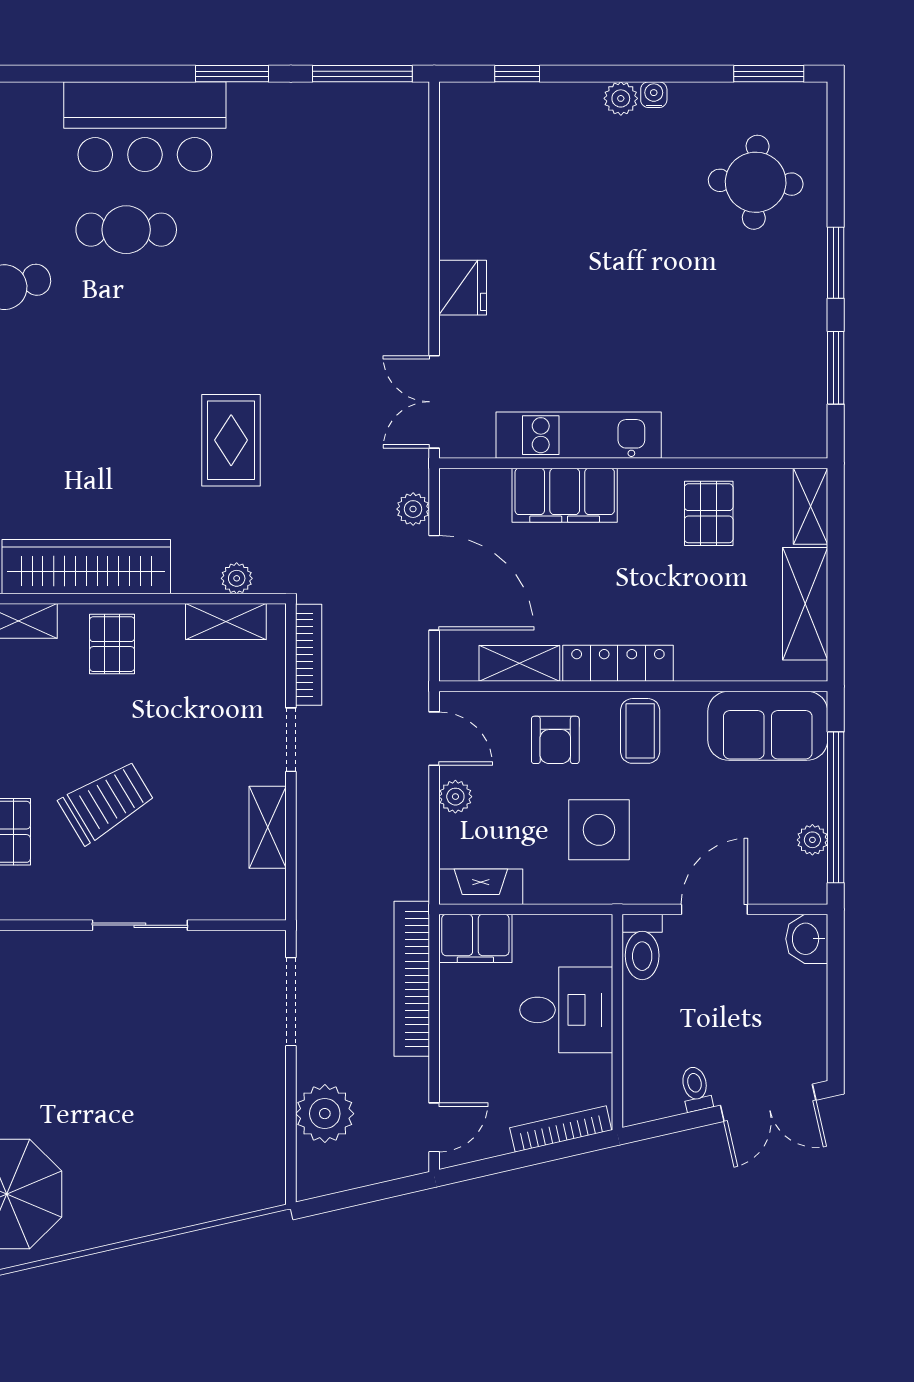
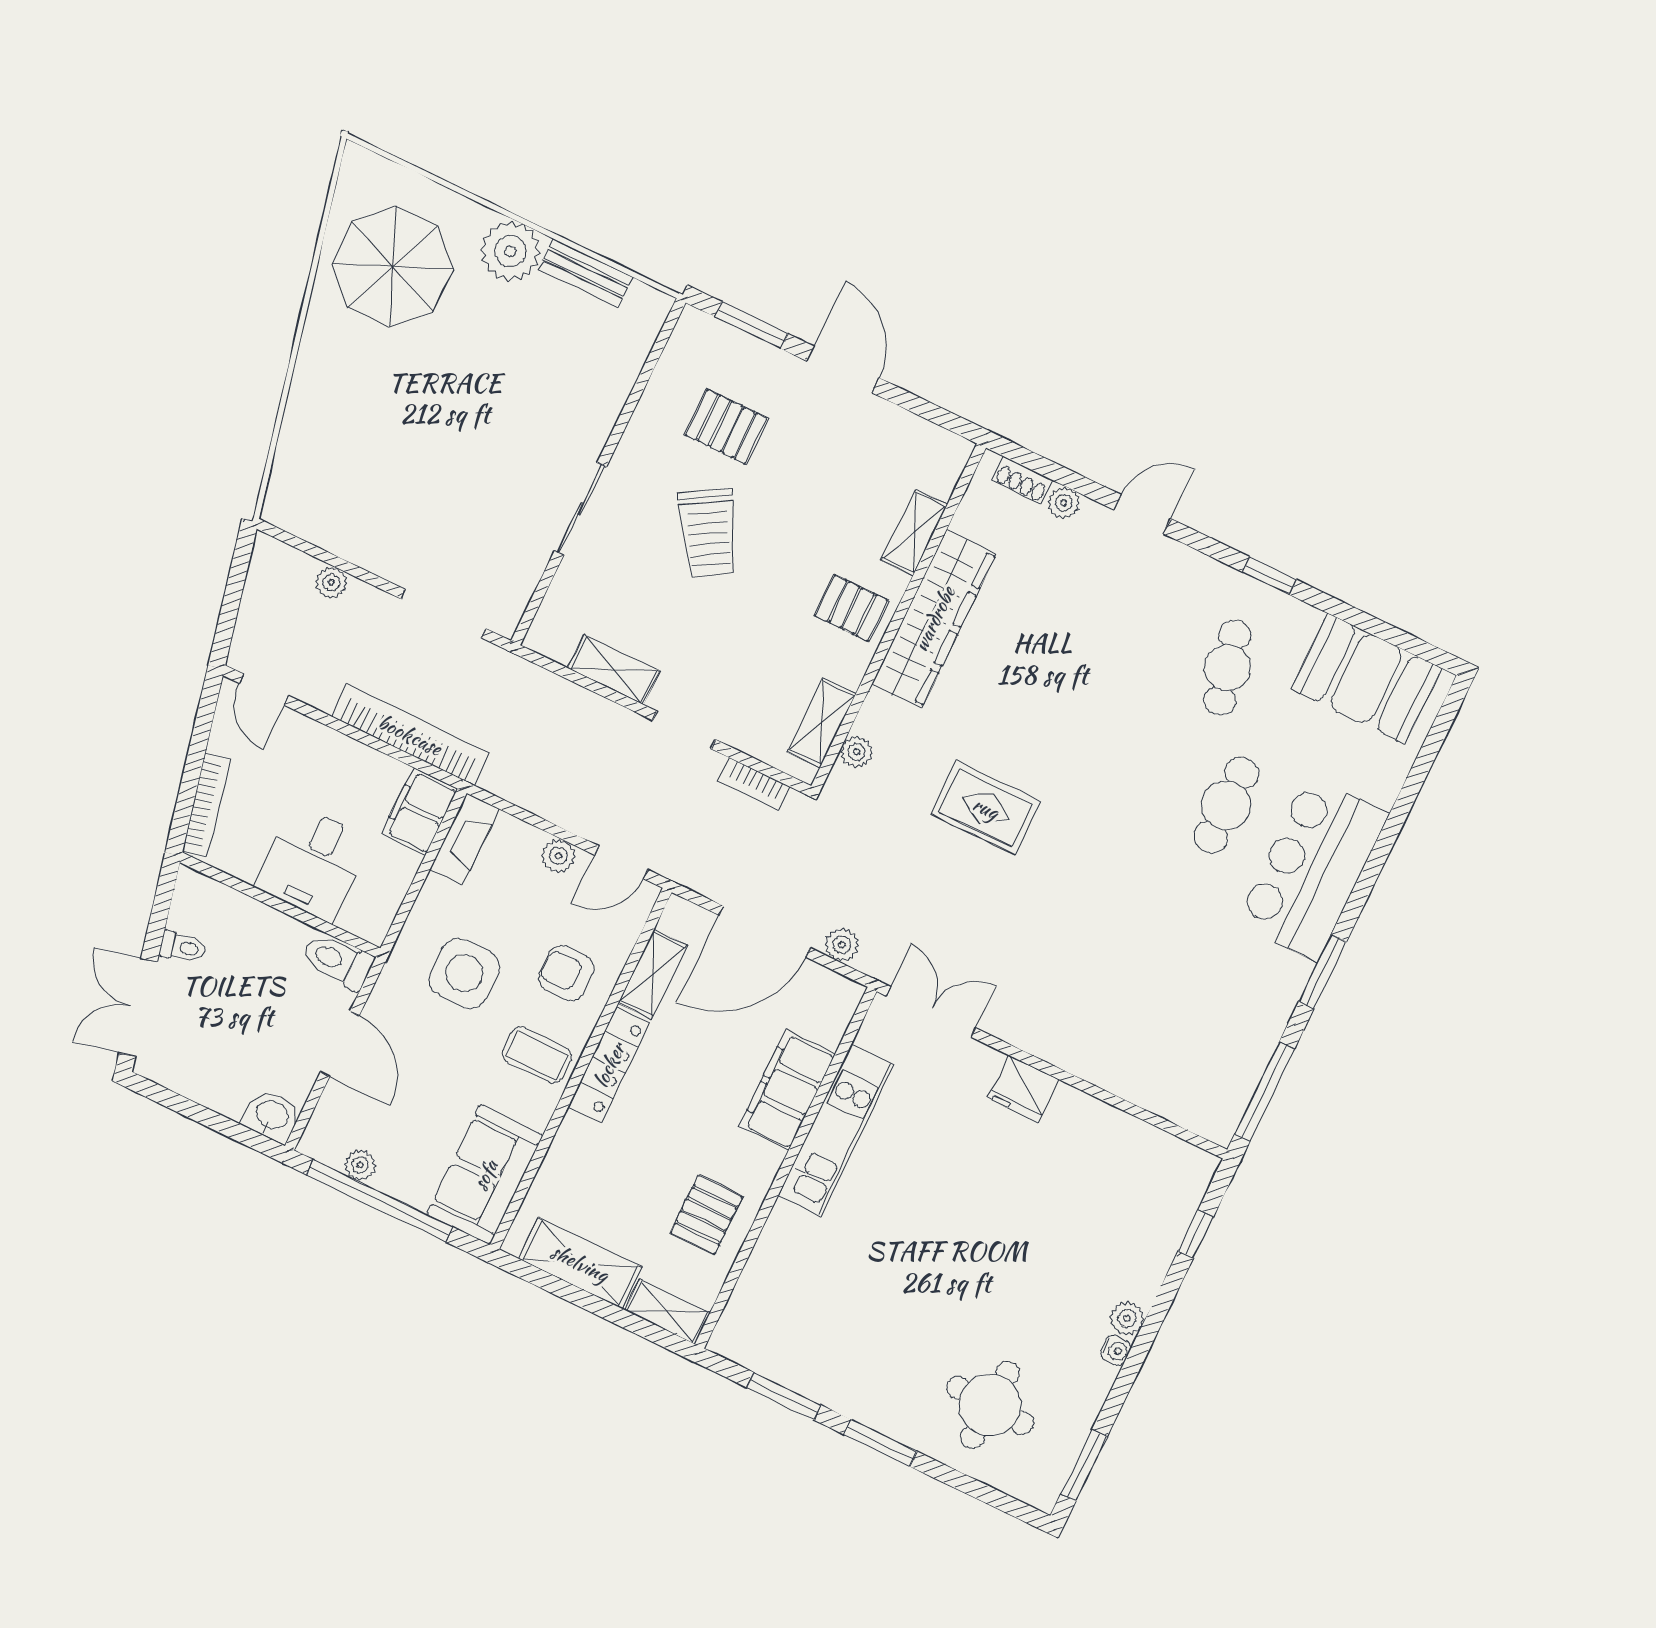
pallet: (709, 513) -> (706, 1215), turned 90
bookcase: (309, 655) -> (754, 784), width x0.64
plant: (325, 1114) -> (331, 583), width x0.53, depth x0.53

